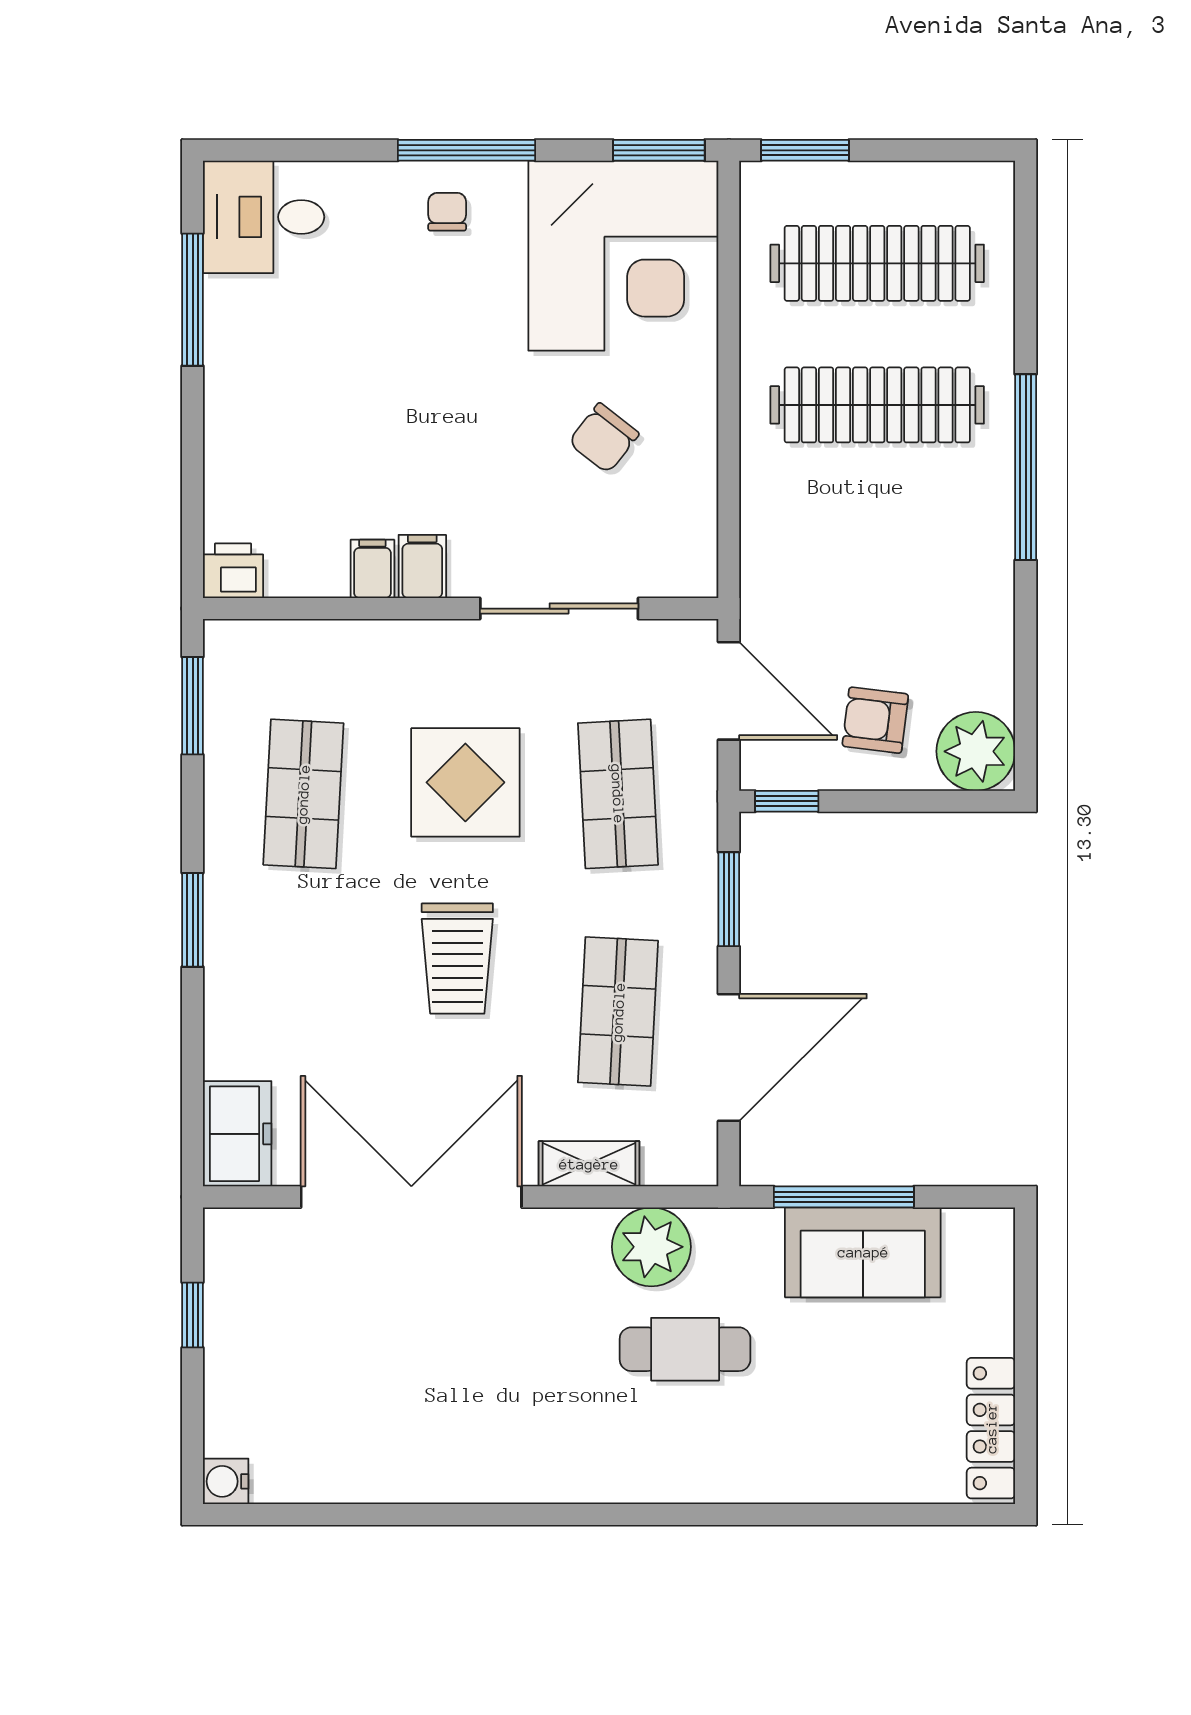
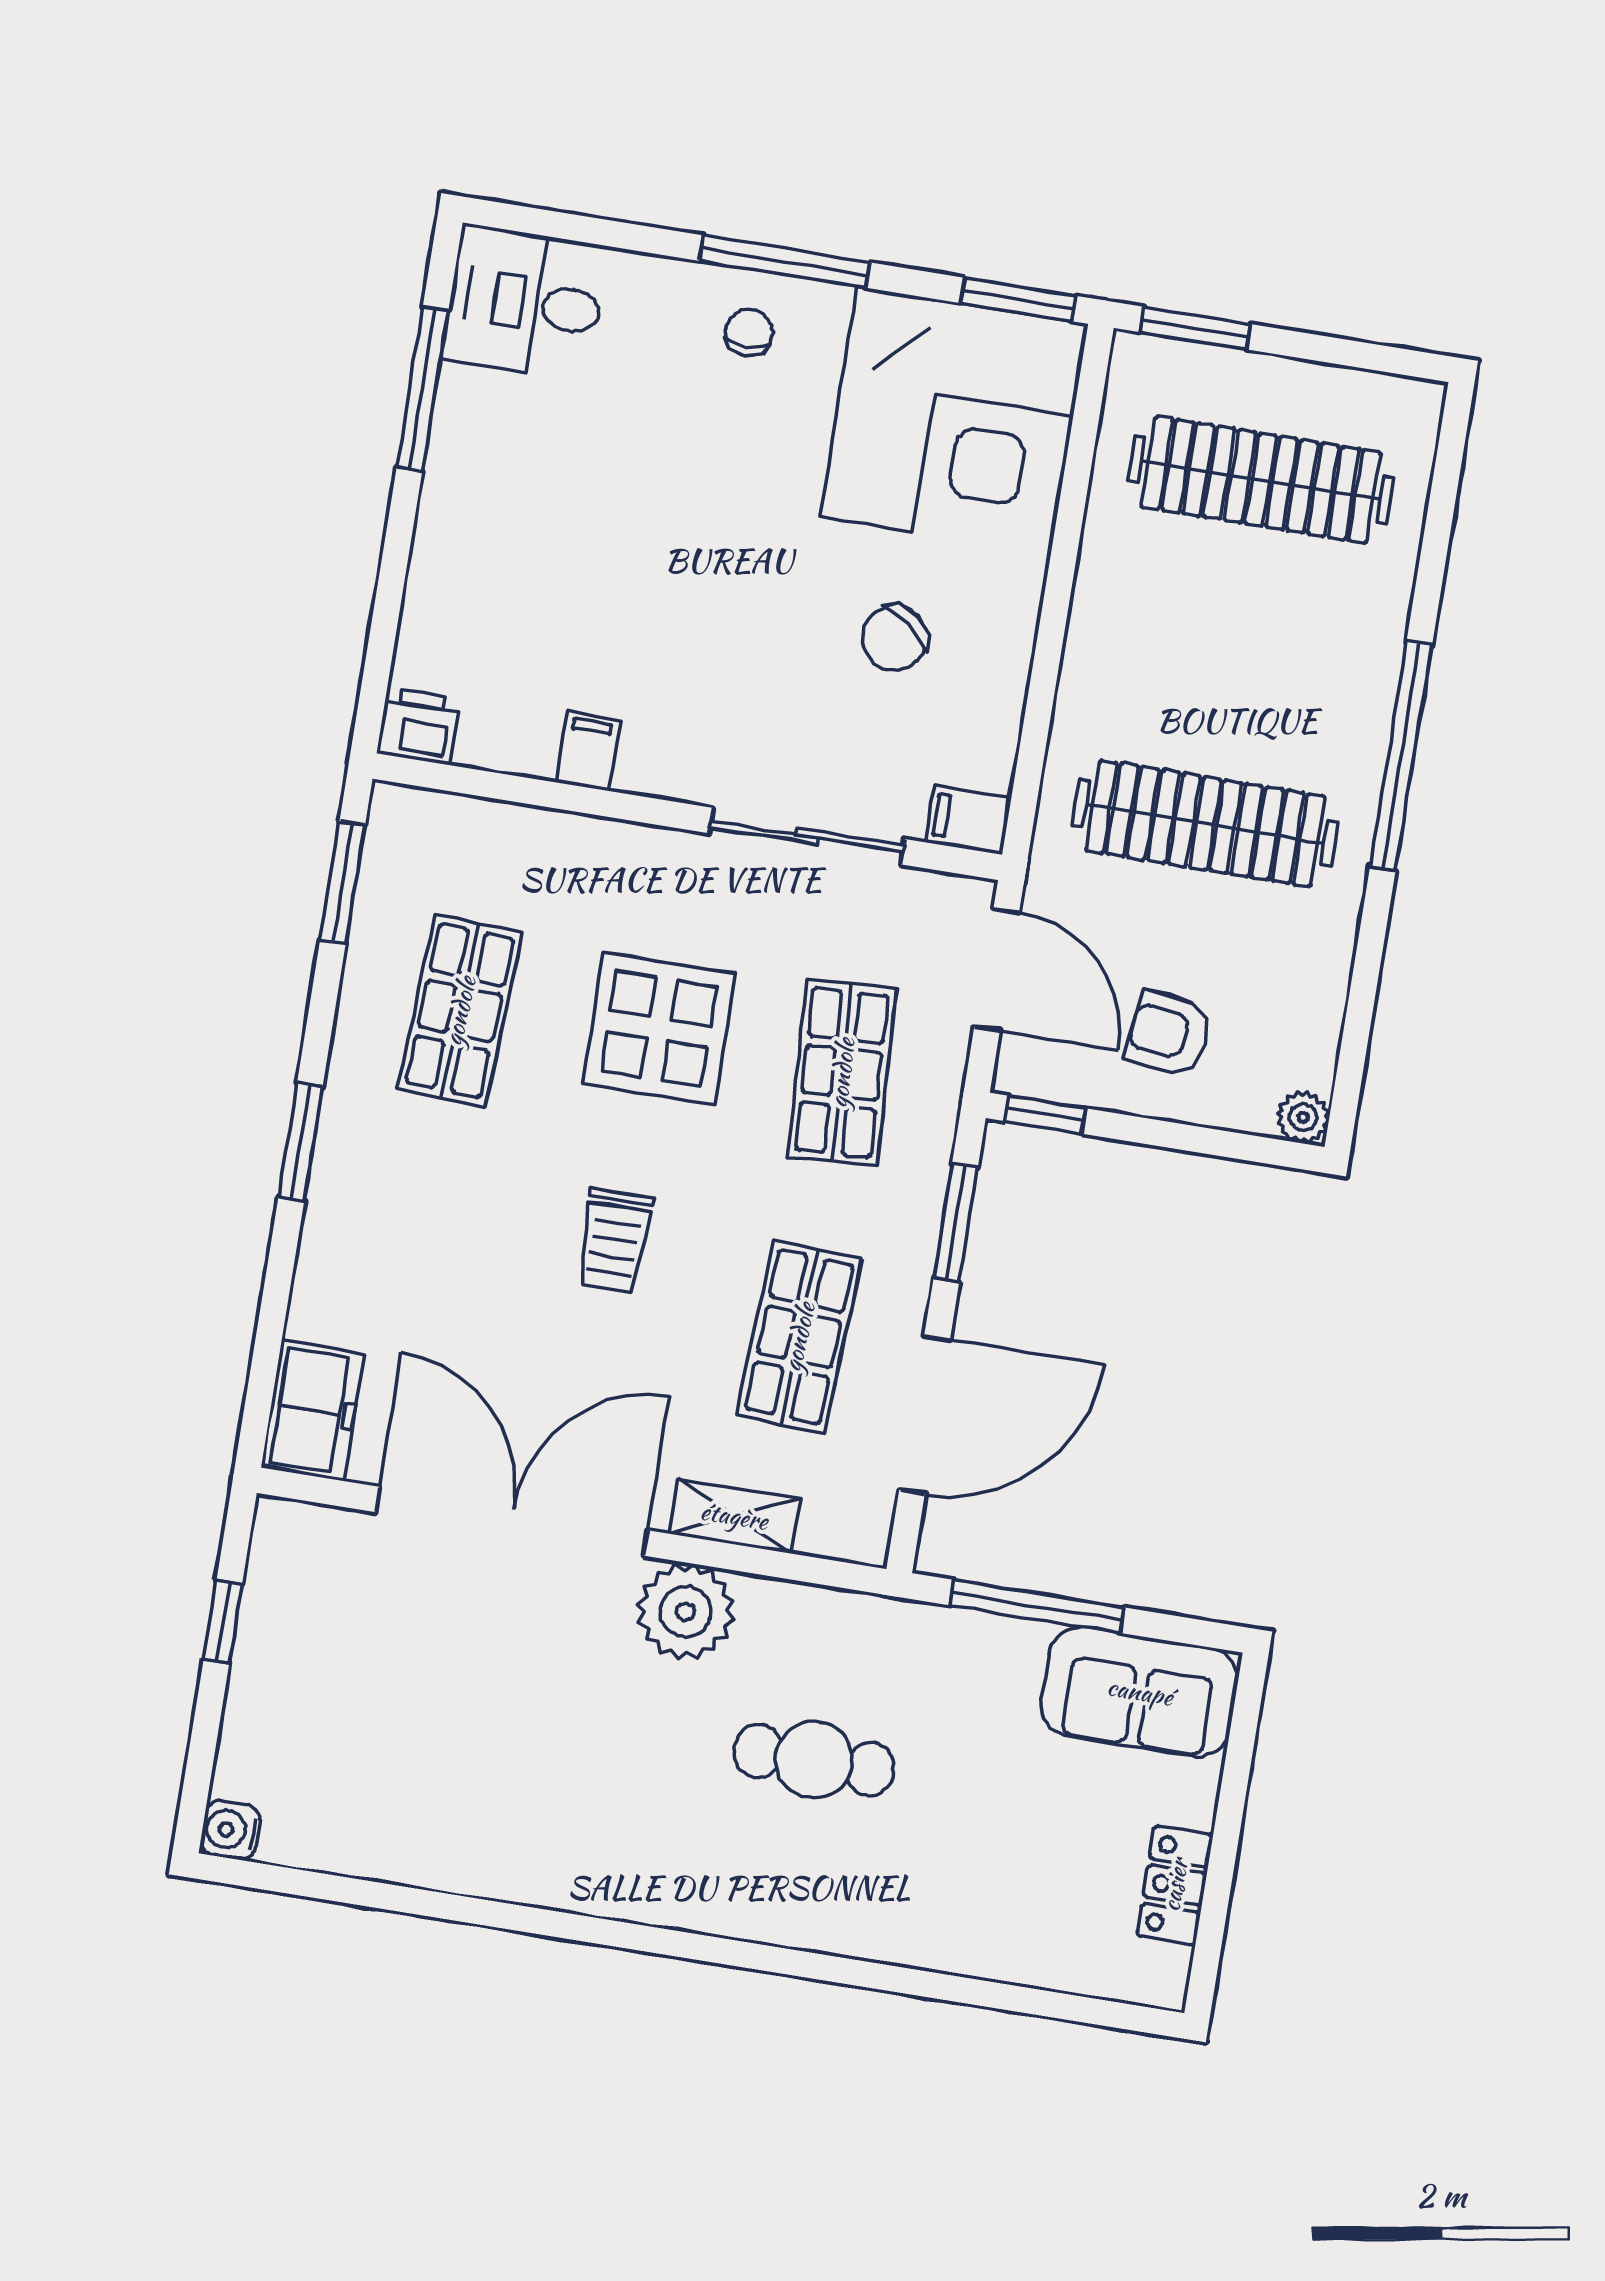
clothes rail: (877, 405) -> (1205, 823), moved
filing cabinet: (422, 566) -> (968, 820), moved, turned -90
plant: (976, 751) -> (1303, 1117), width x0.53, depth x0.53
trolley: (457, 959) -> (614, 1241), width x0.73, depth x0.72
plant: (651, 1247) -> (686, 1612), moved
sofa: (863, 1252) -> (1140, 1692), moved
locker: (991, 1428) -> (1175, 1885), width x0.66

